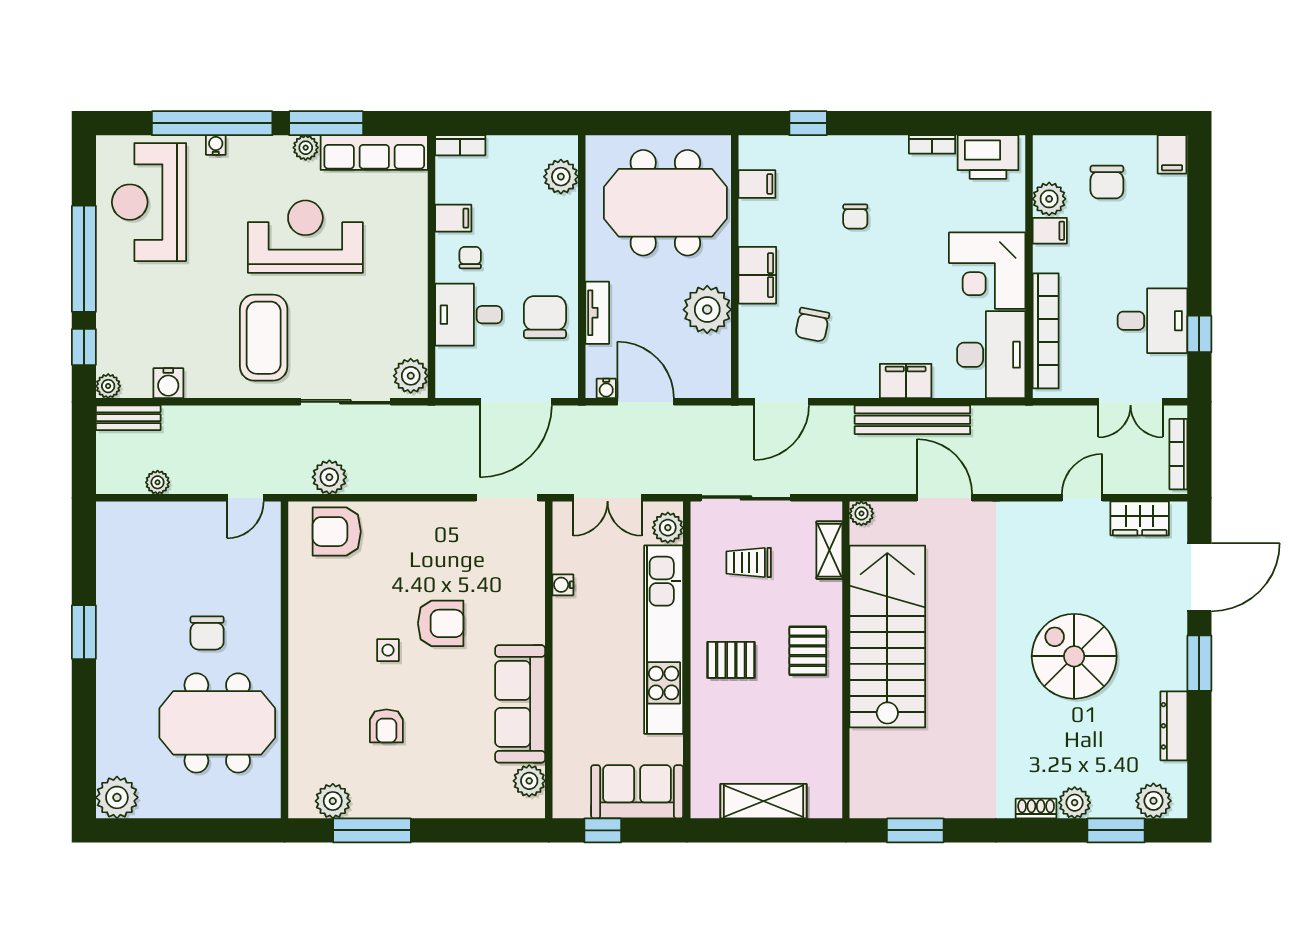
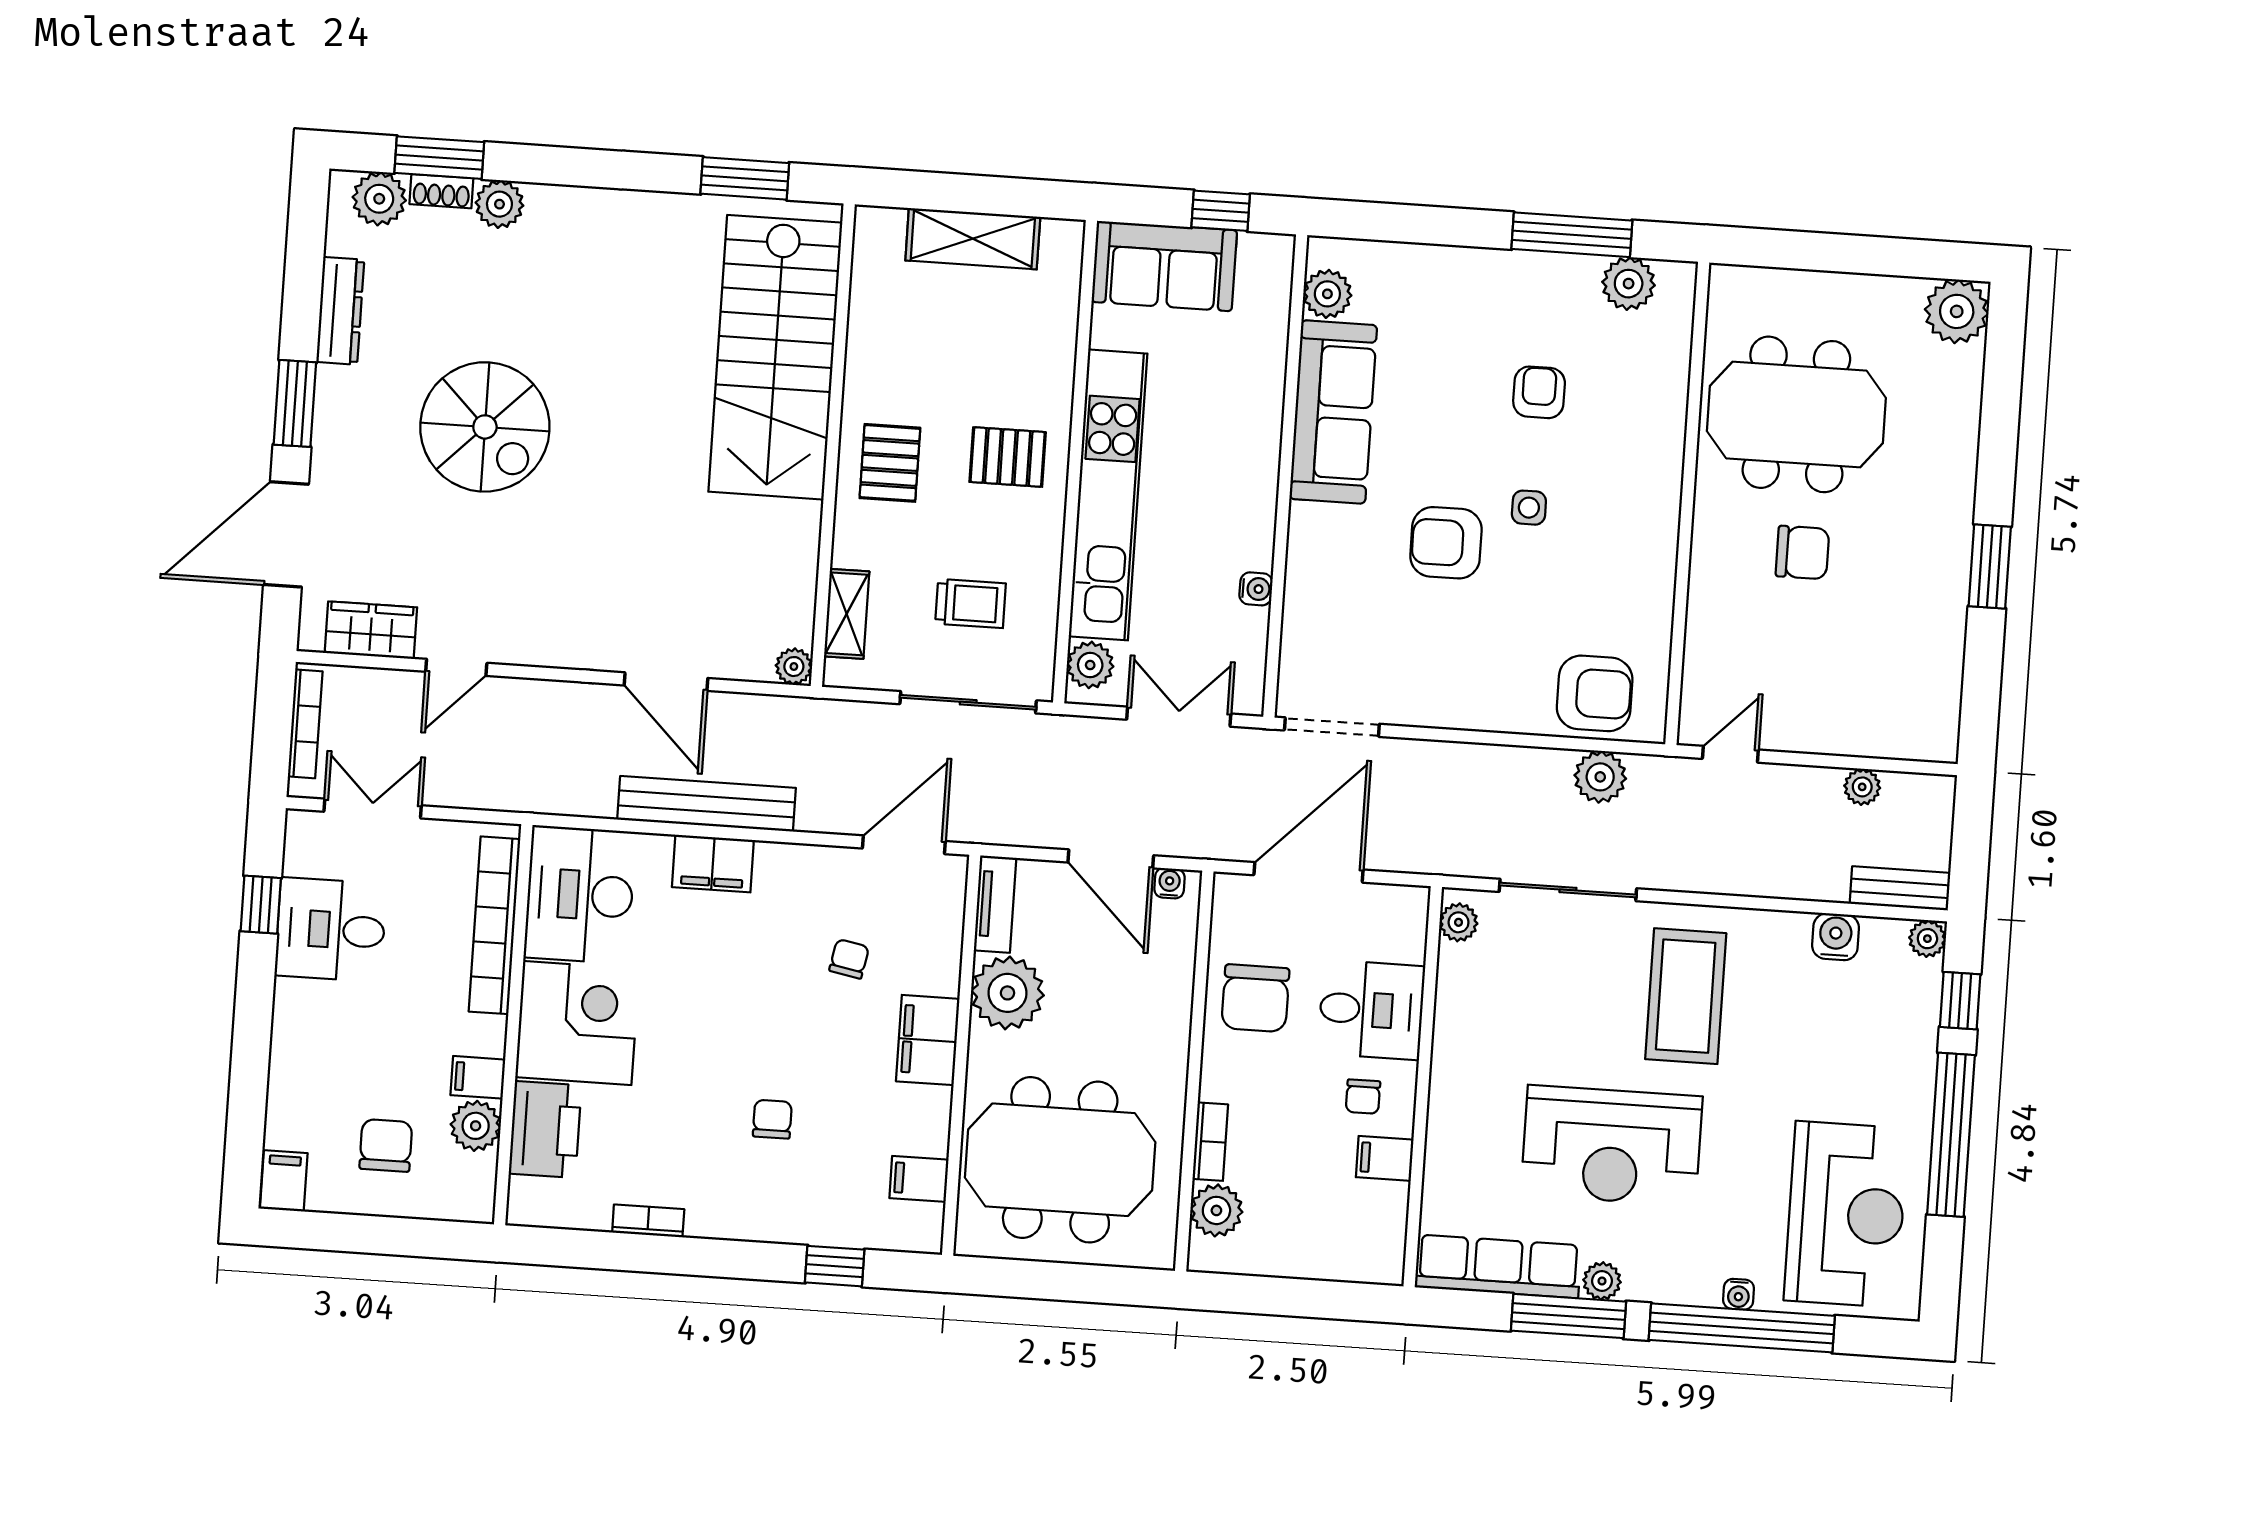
bookcase: (460, 145) -> (1210, 1142), moved, turned 90
printer: (988, 157) -> (545, 1129), moved, turned 90
tv unit: (597, 313) -> (995, 904), moved, turned 180
chair: (812, 325) -> (849, 959), width x0.73, depth x0.73
plant: (411, 376) -> (1459, 922), width x0.73, depth x0.73
chair: (207, 633) -> (1802, 553), turned 90
stairs: (887, 637) -> (775, 357), moved
shoe rack: (1036, 809) -> (441, 191), moved

